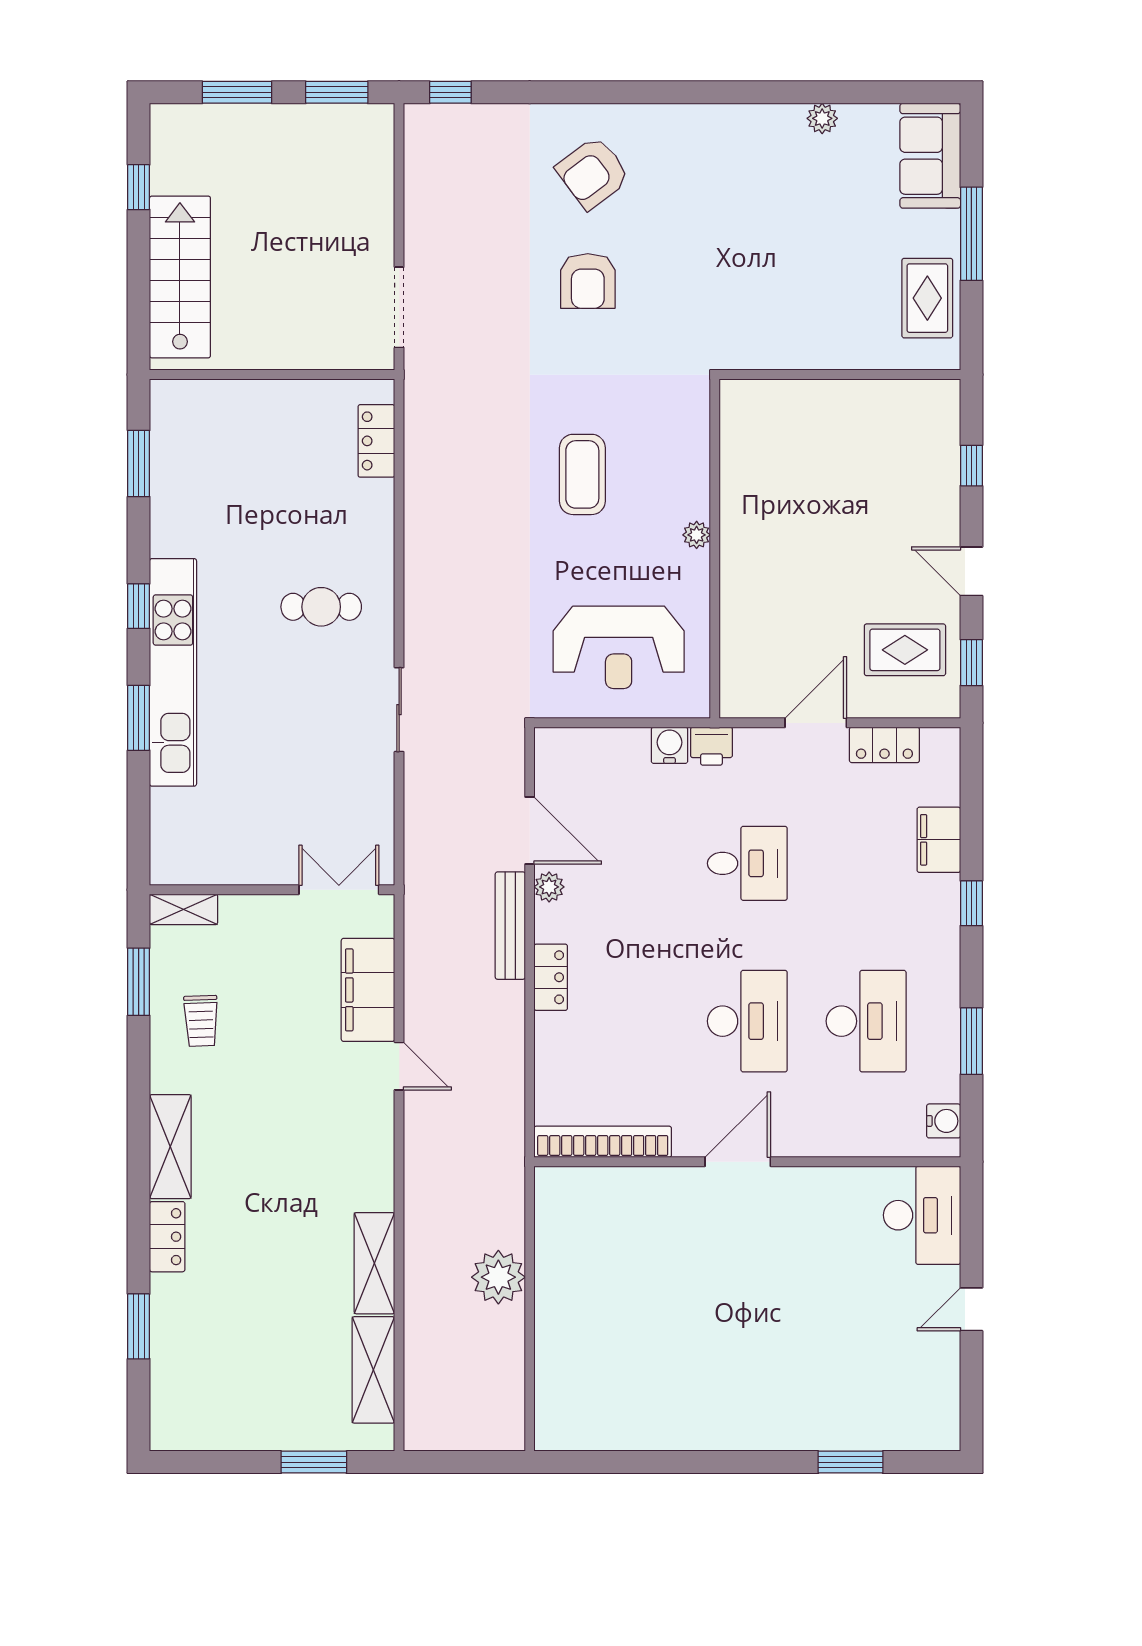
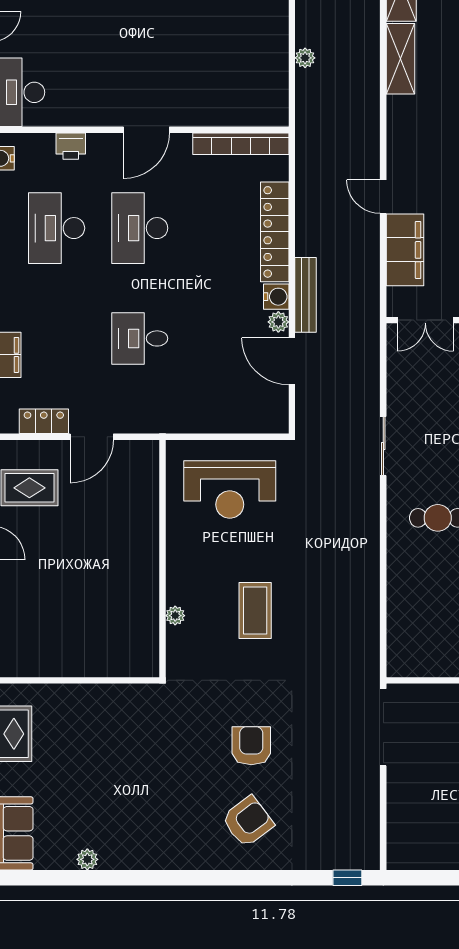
window: (337, 92) -> (427, 878), removed
doorway: (399, 307) -> (383, 727), width x1.36
locker: (376, 441) -> (399, 634), removed
plant: (697, 535) -> (175, 616), moved
reception desk: (619, 647) -> (230, 490), turned 180
water cooler: (669, 745) -> (276, 297), moved, turned -90
printer: (711, 746) -> (71, 146), moved, turned 180
locker: (551, 977) -> (275, 232), width x2.16, depth x1.21
plant: (498, 1277) -> (305, 58), width x0.53, depth x0.53

